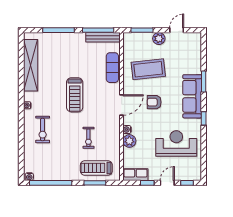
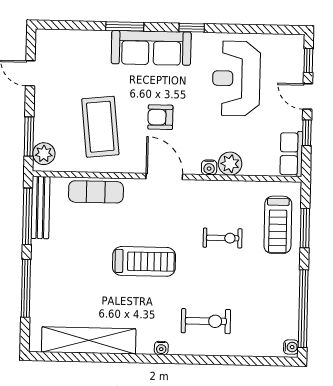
plant: (159, 39) -> (44, 154), moved
armchair: (154, 102) -> (160, 117), turned 90

